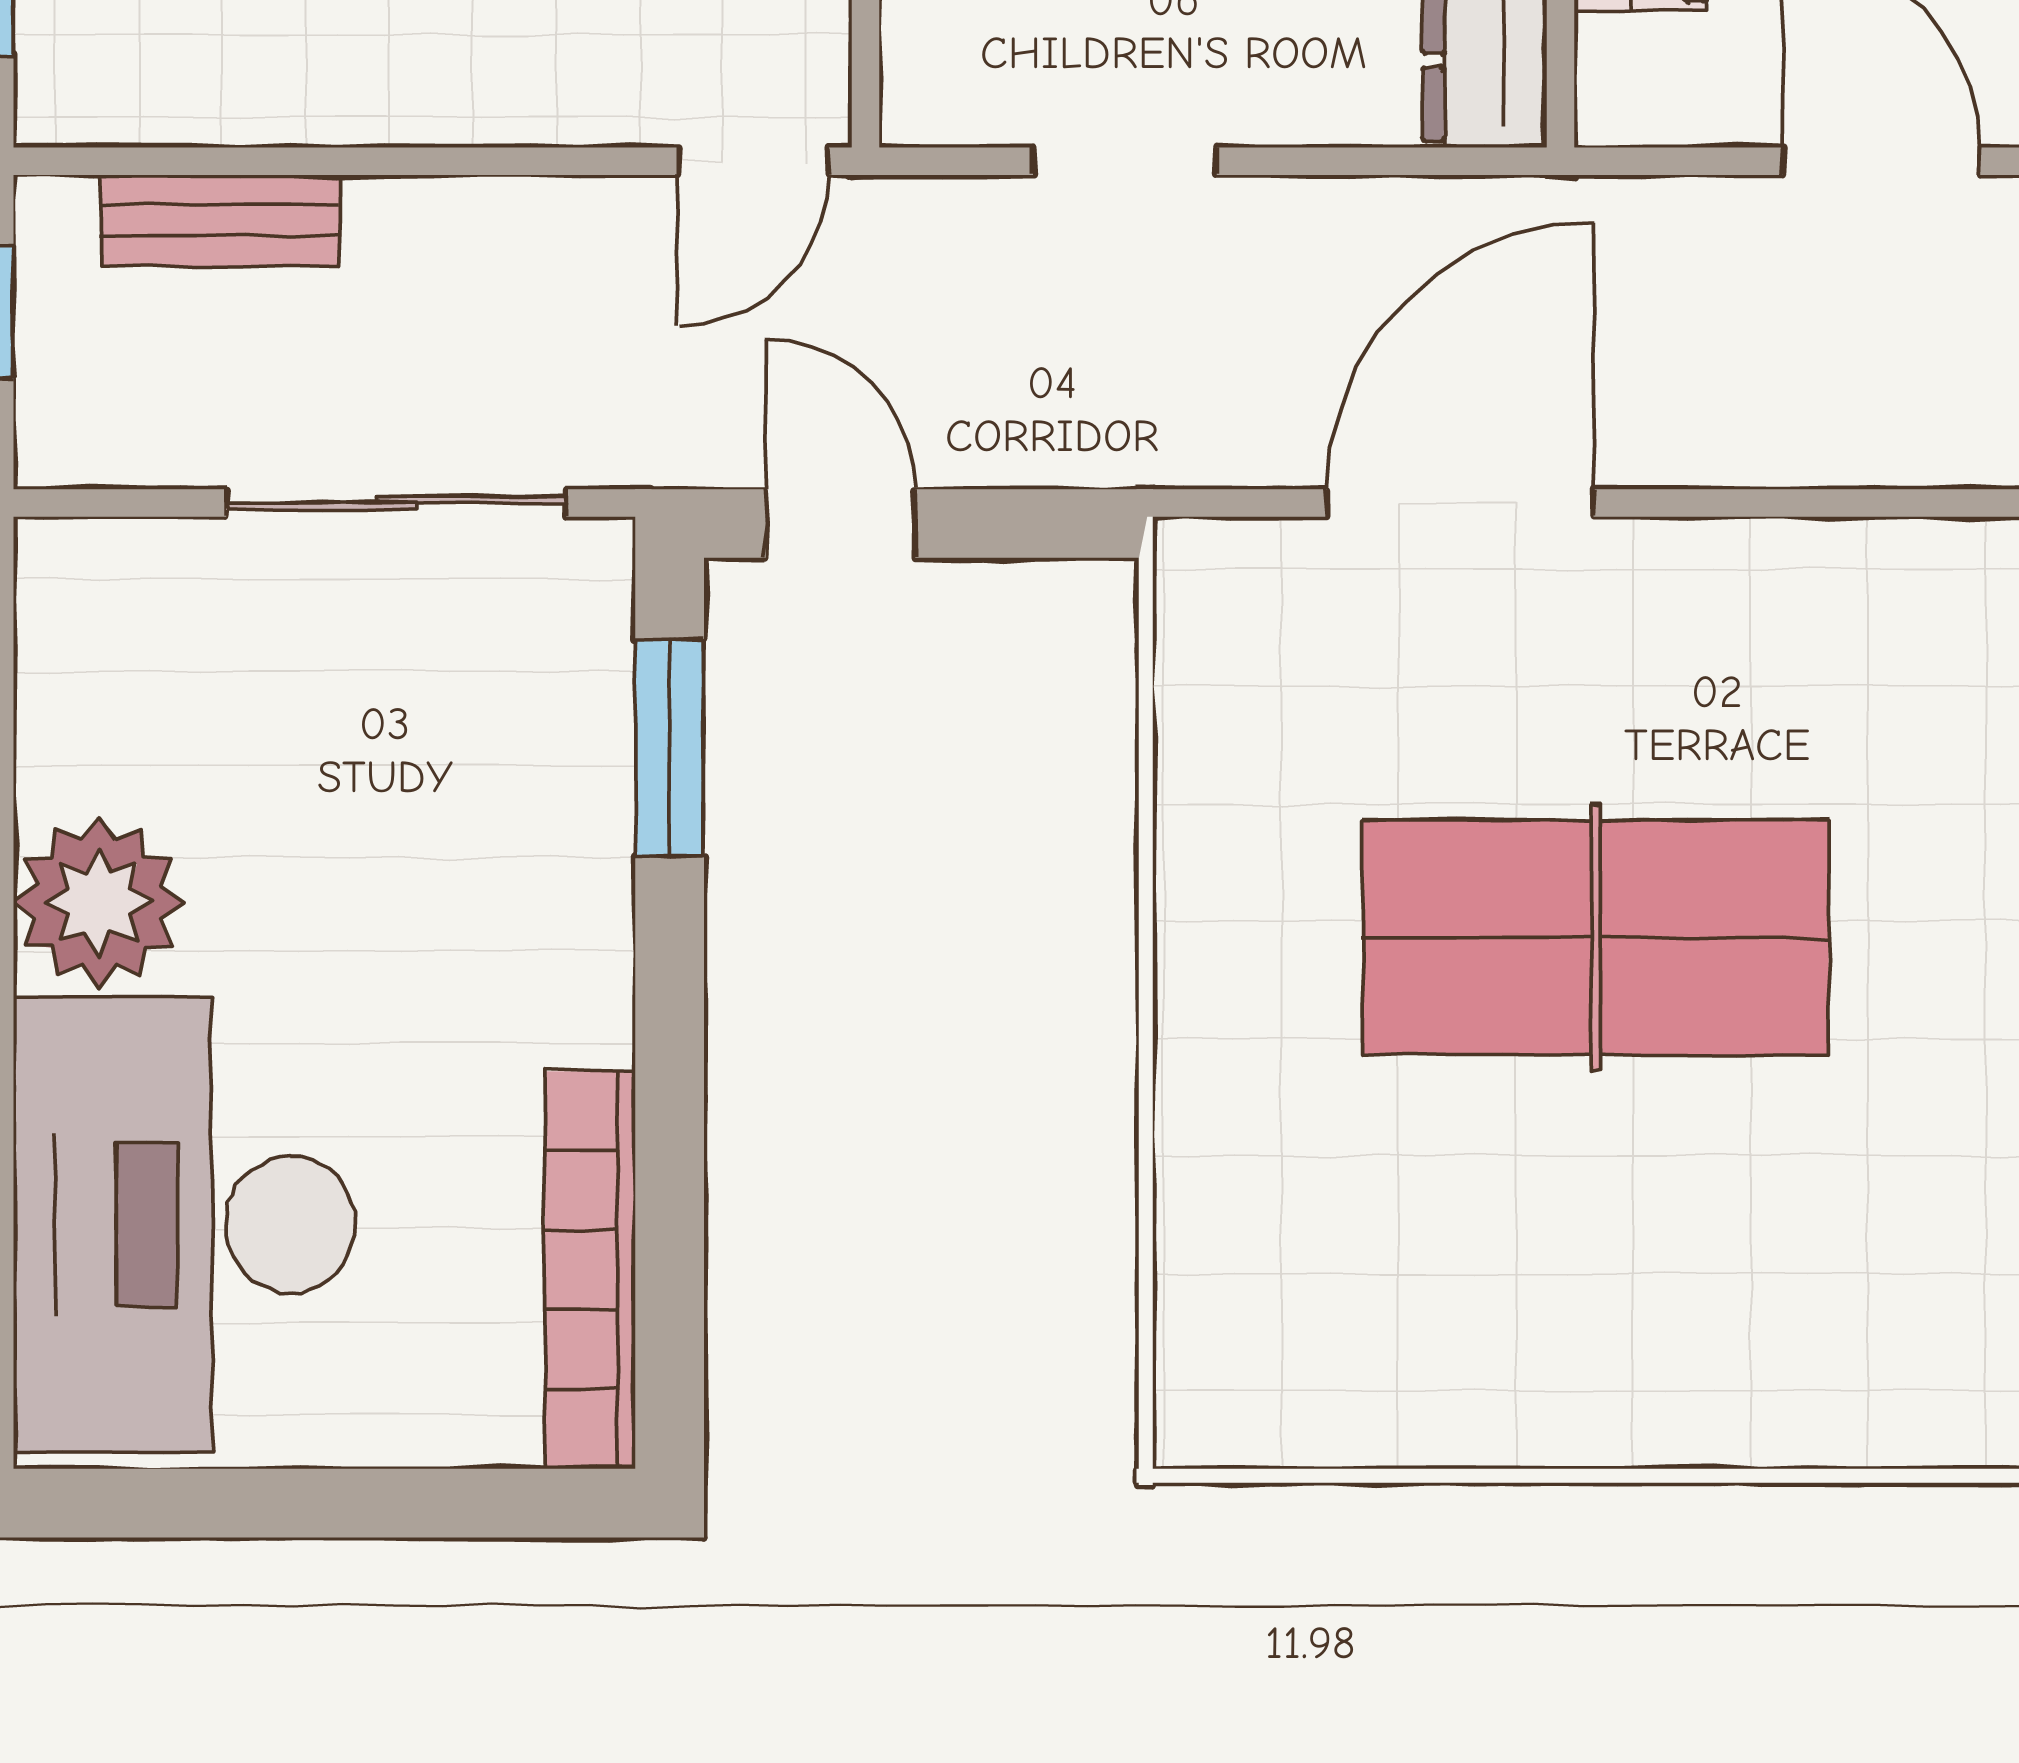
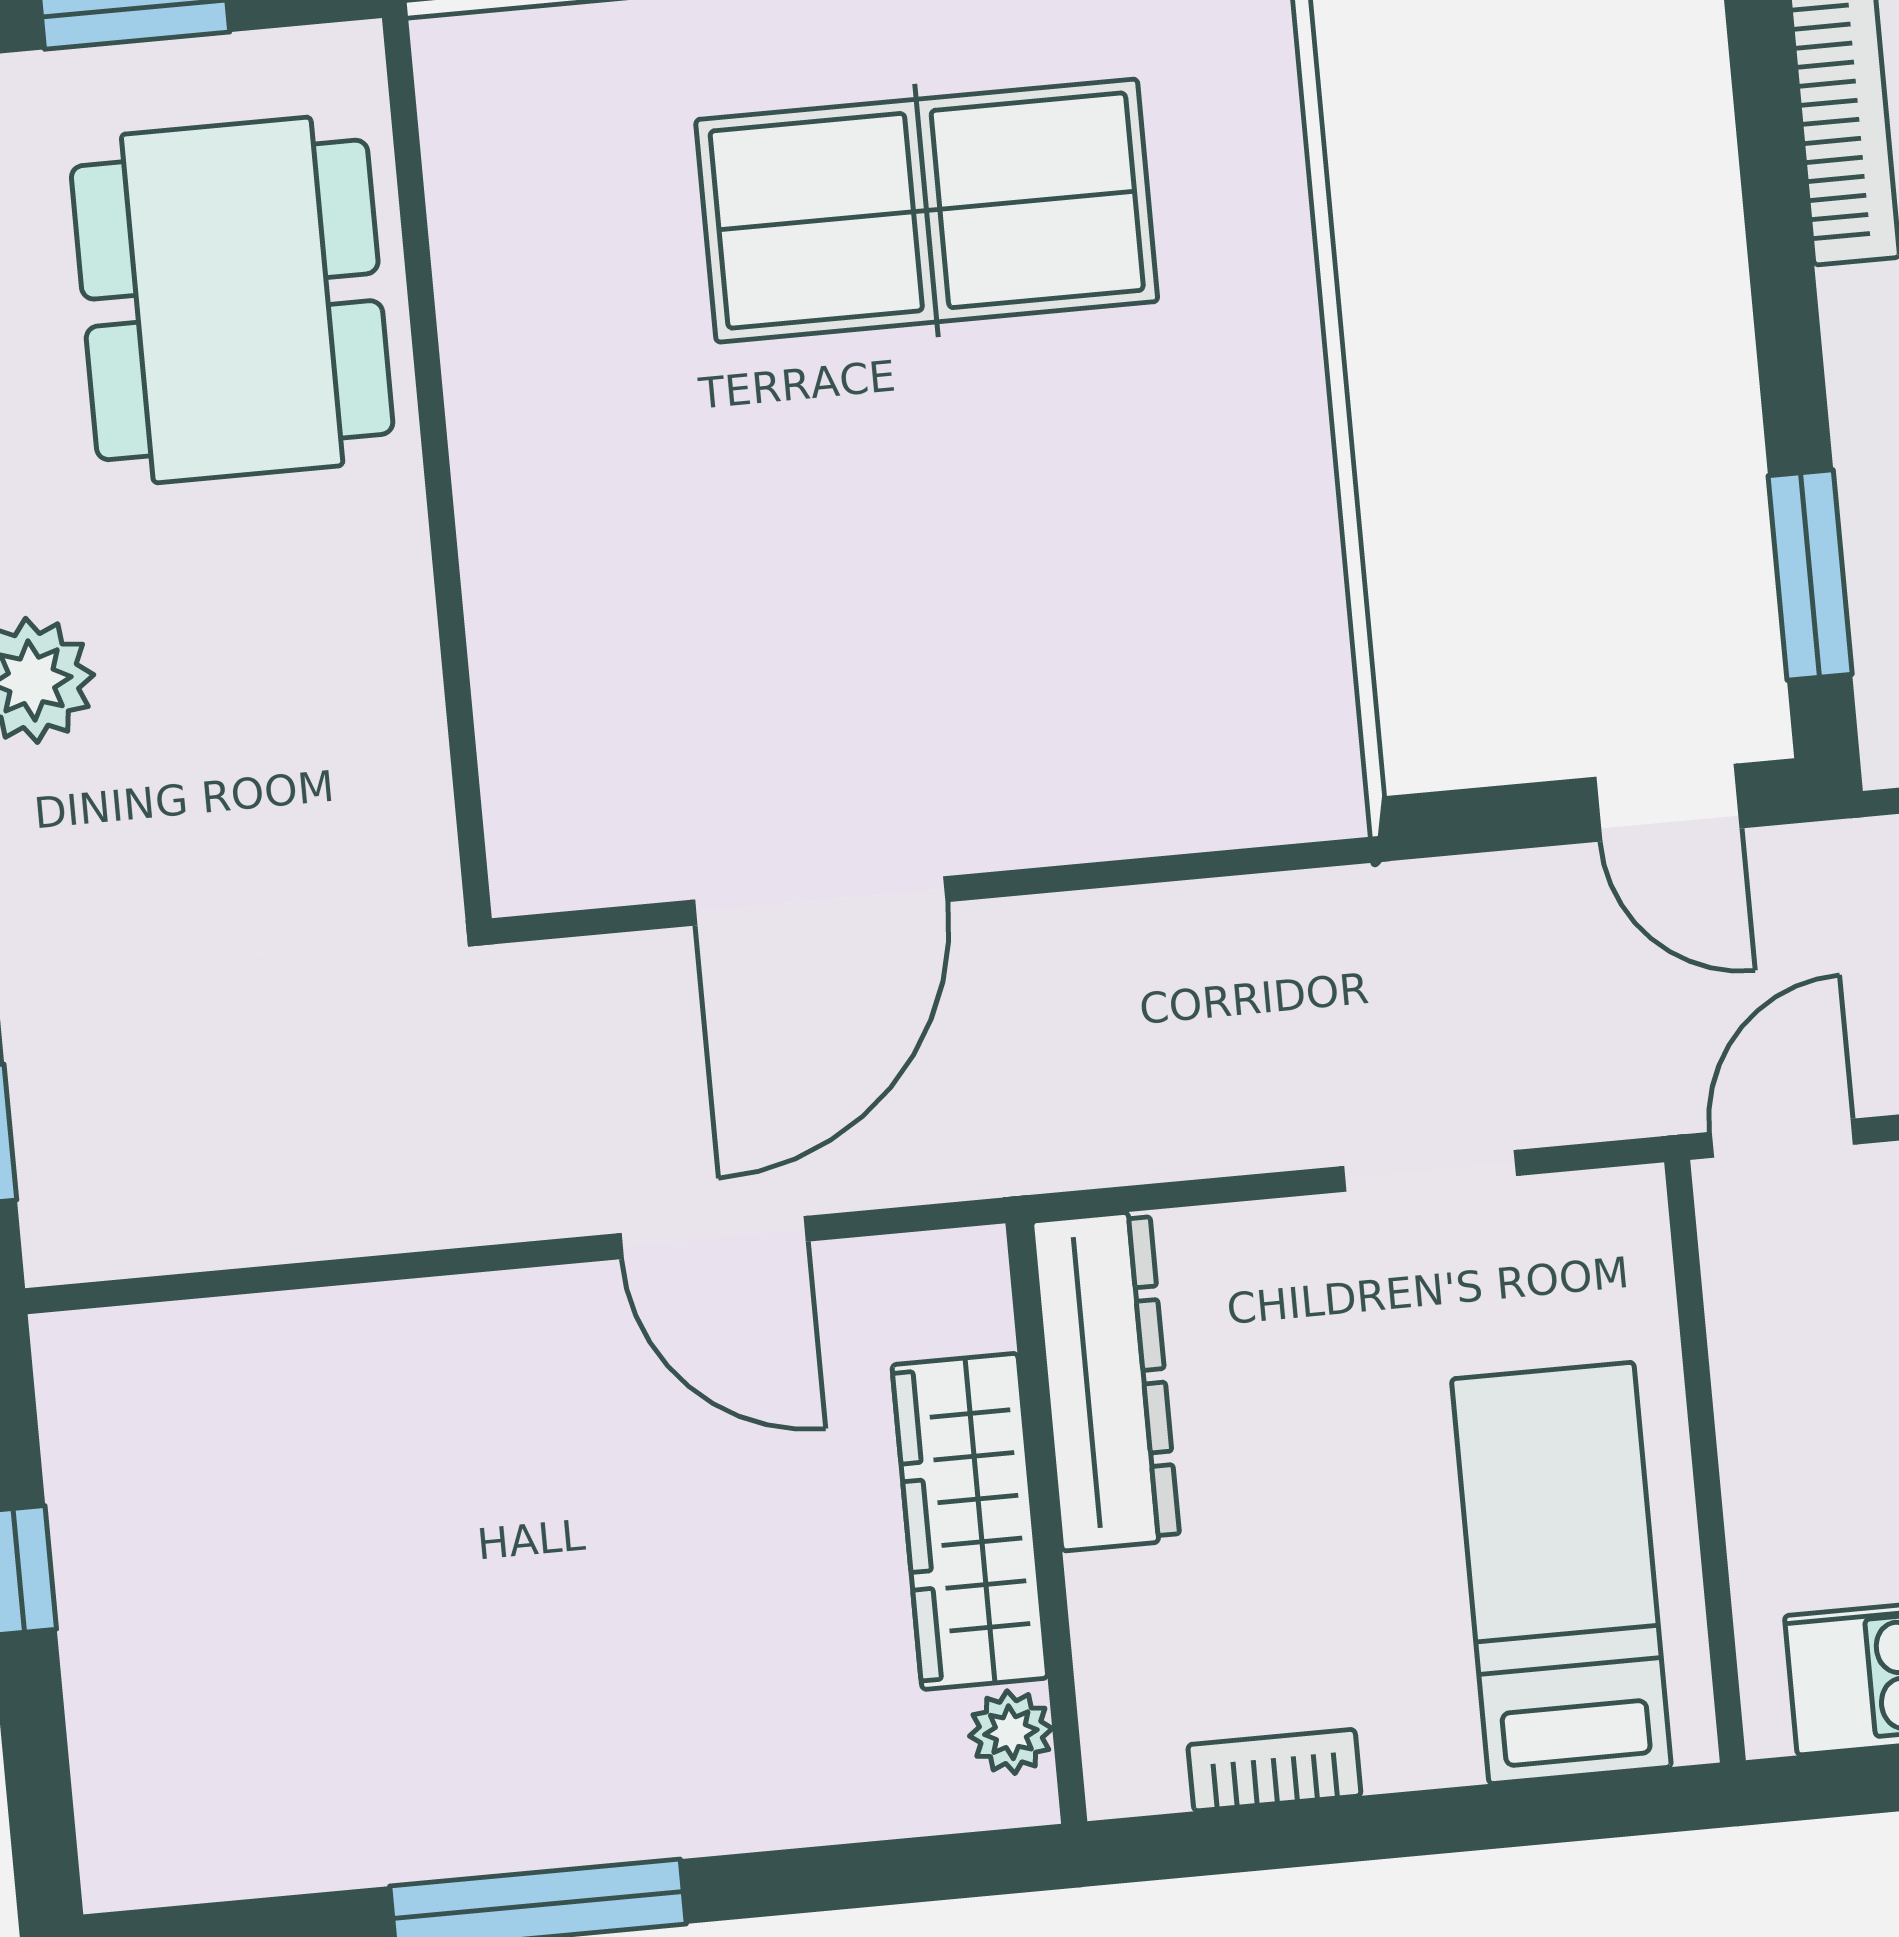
door: (1460, 503) -> (820, 901), moved
table tennis table: (1596, 937) -> (927, 211), moved

